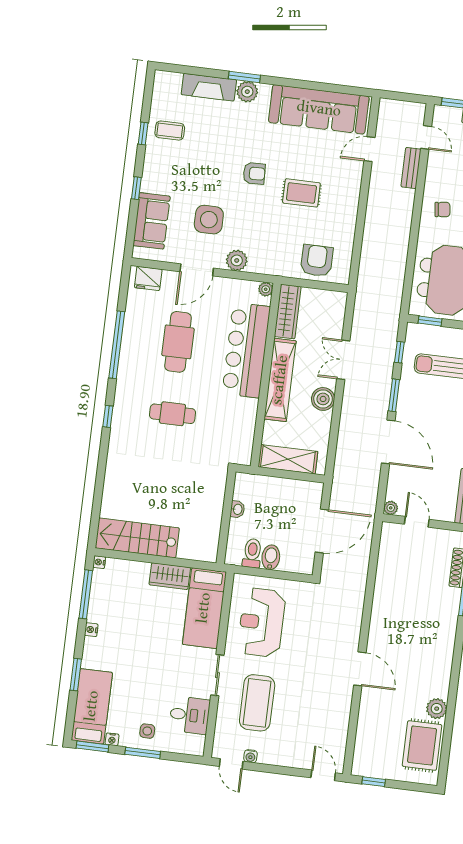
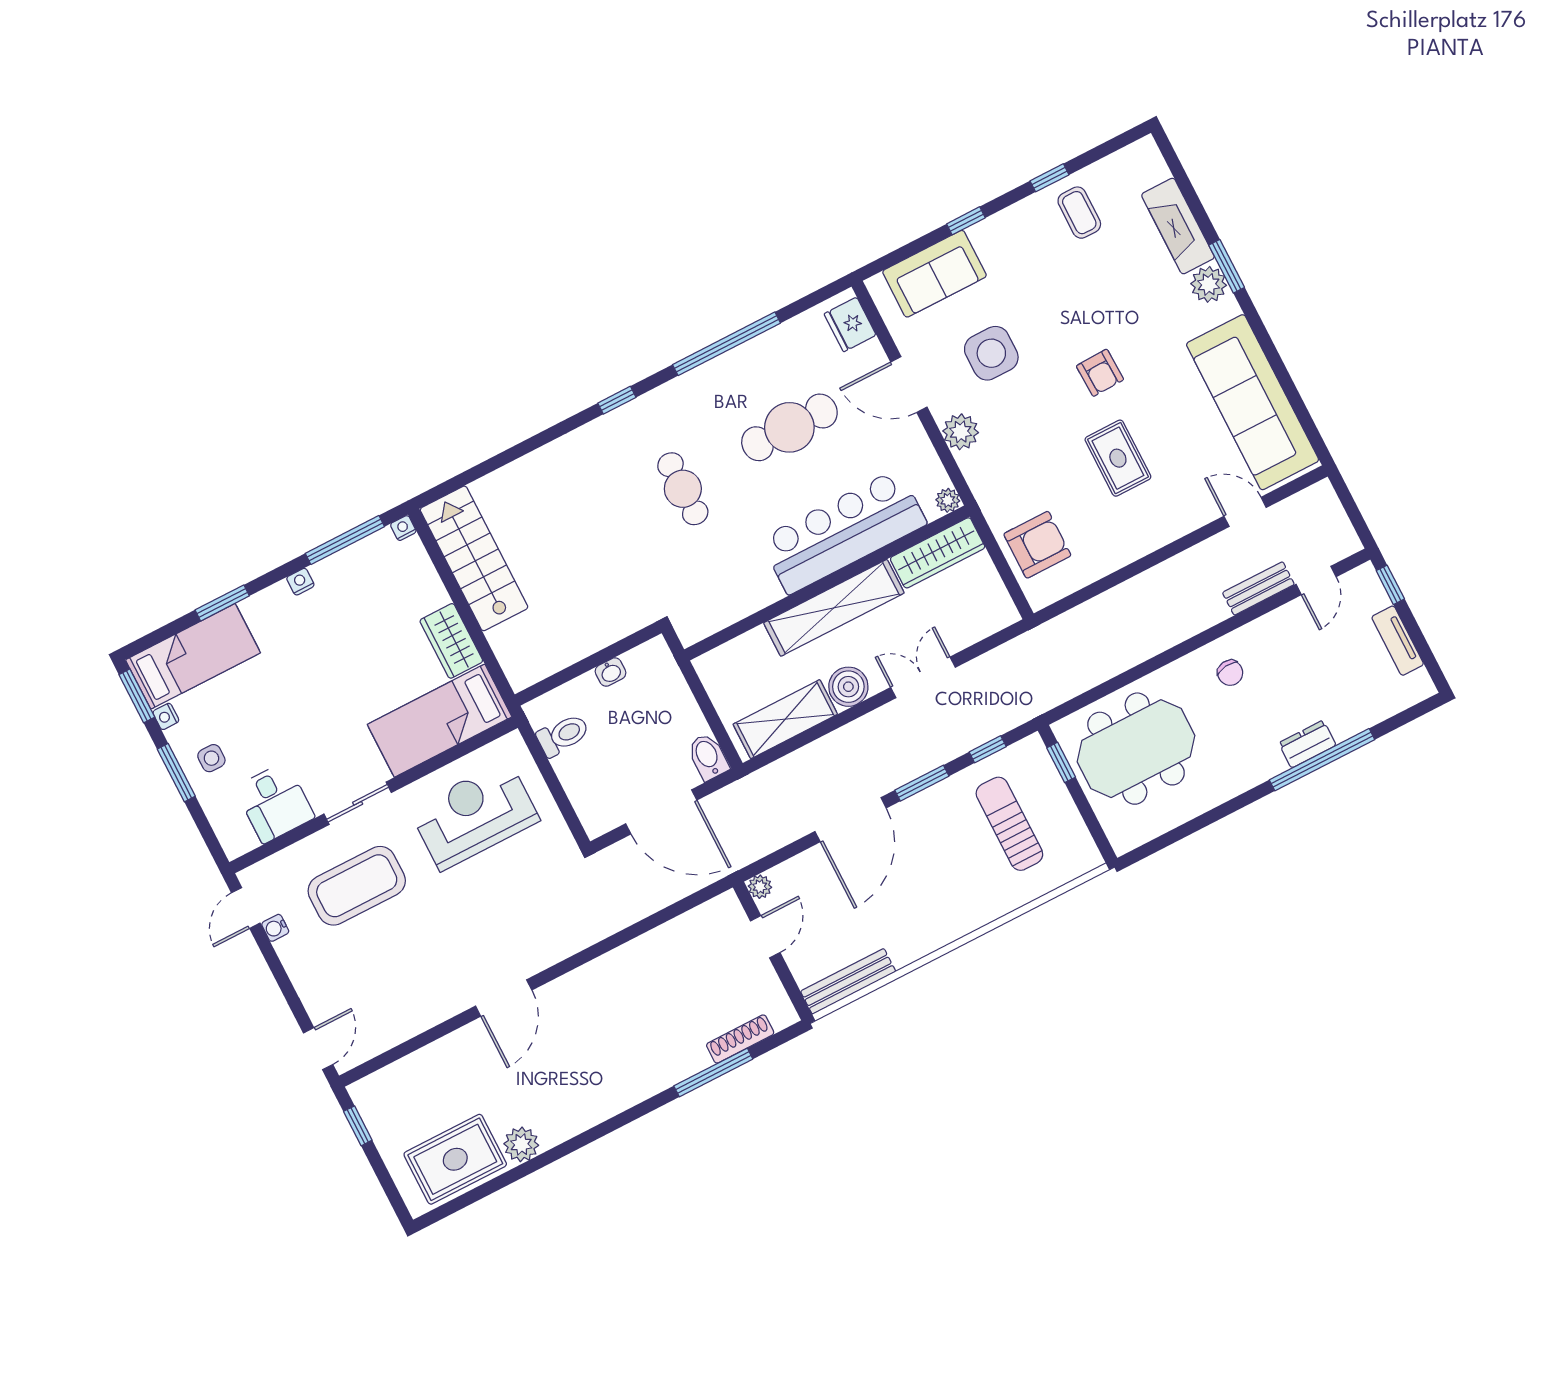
shelving: (288, 459) -> (785, 719), moved, turned 90
bidet: (271, 557) -> (708, 757), moved, turned -90

